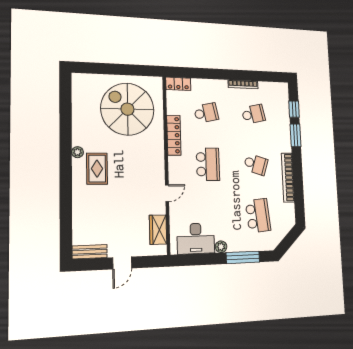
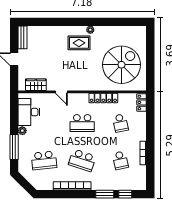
school desk: (256, 164) -> (82, 160), width x1.85

